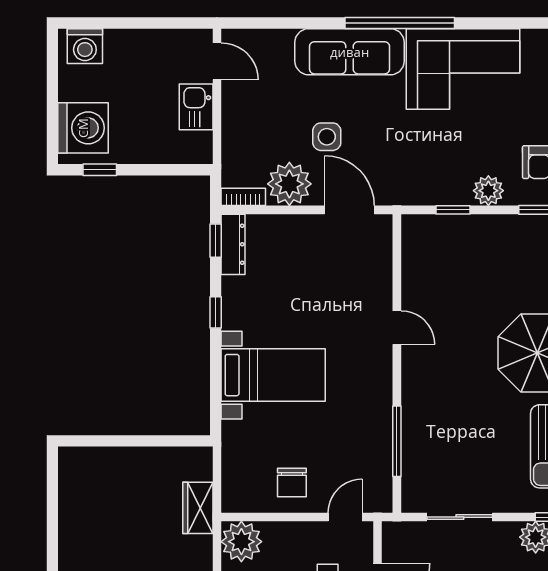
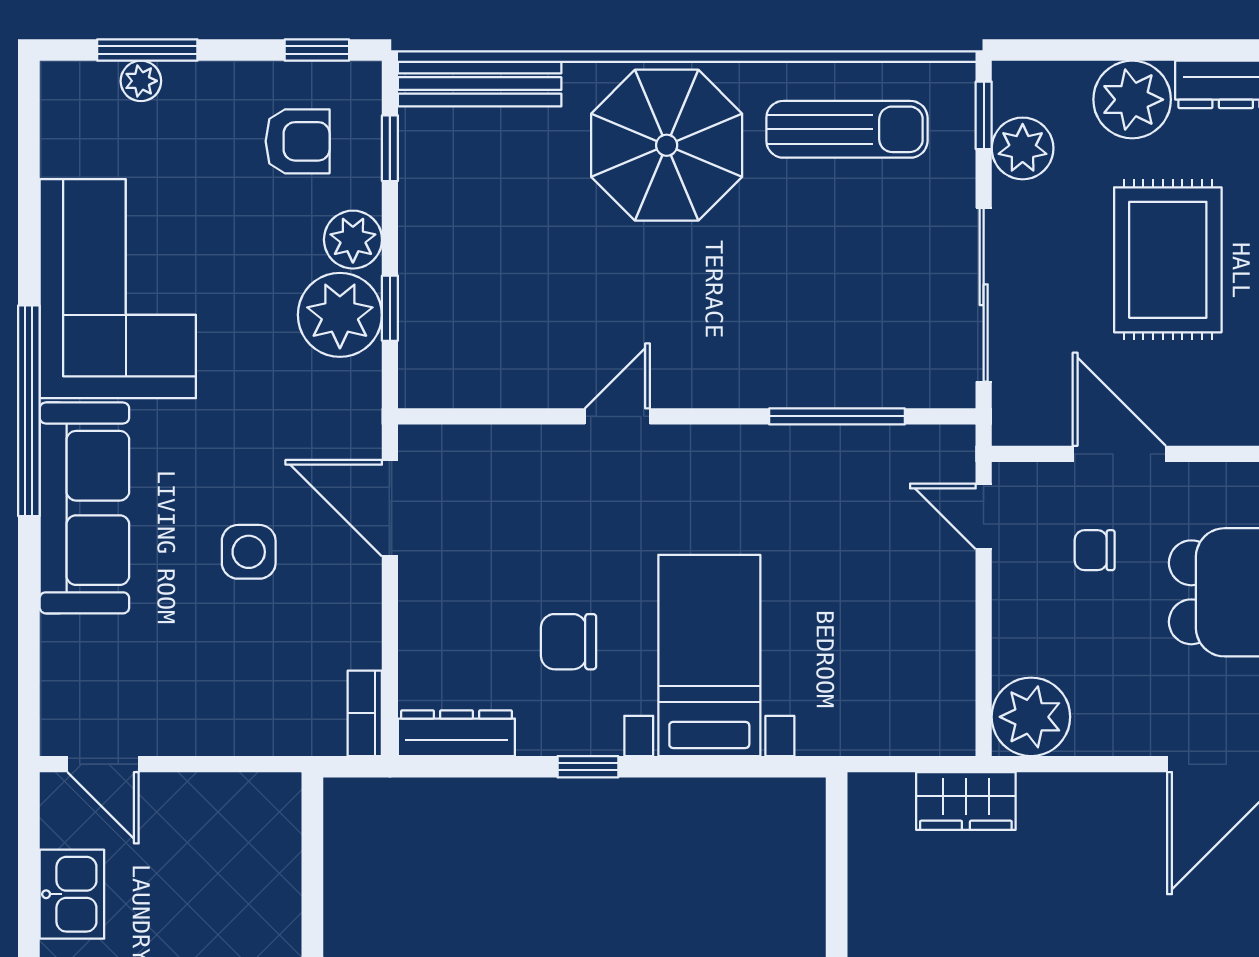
door: (217, 61) -> (103, 764), swing flipped
kitchen sink: (196, 107) -> (72, 894), moved, turned -90
plant: (289, 184) -> (340, 315), moved
door: (349, 210) -> (390, 508), hinge flipped
window: (216, 241) -> (450, 767), removed
chair: (292, 483) -> (569, 642), moved, turned 180
sliding door: (460, 517) -> (984, 295), width x1.37

